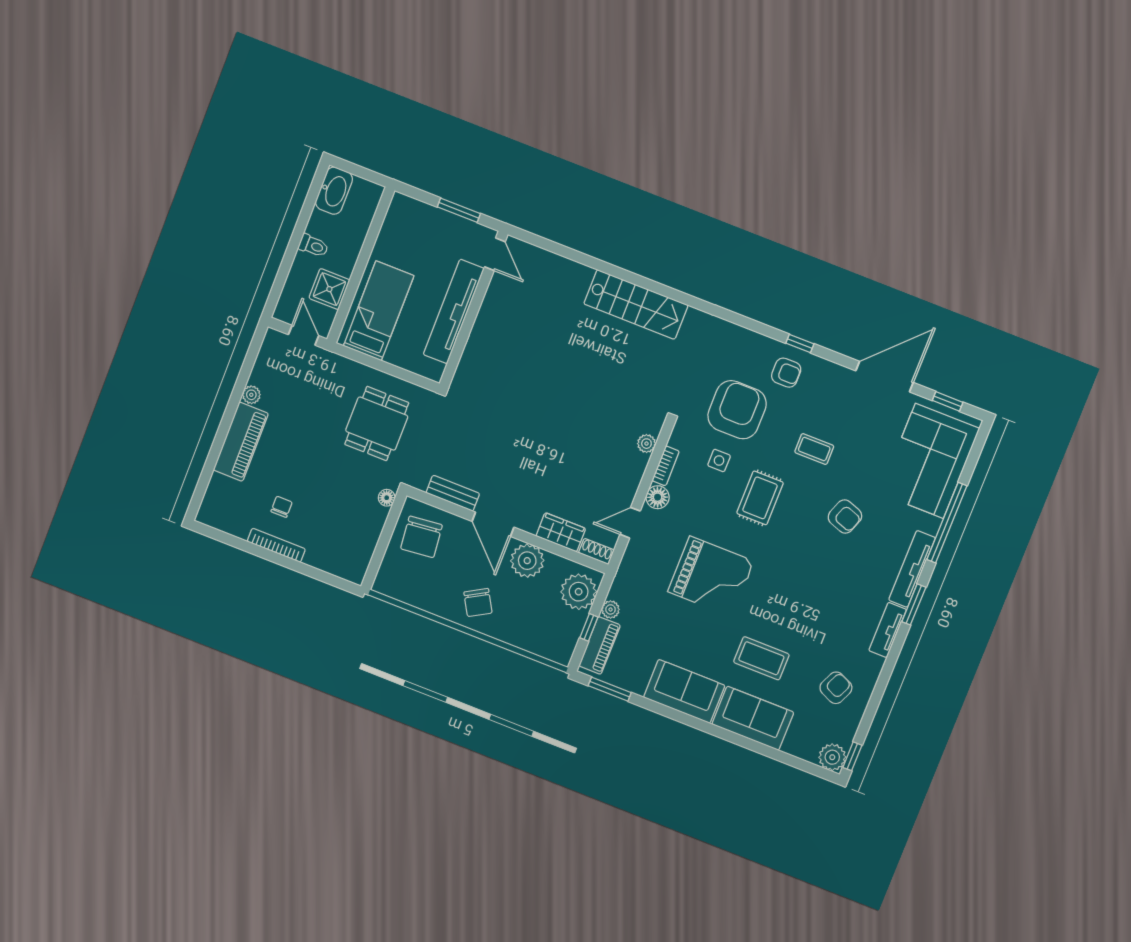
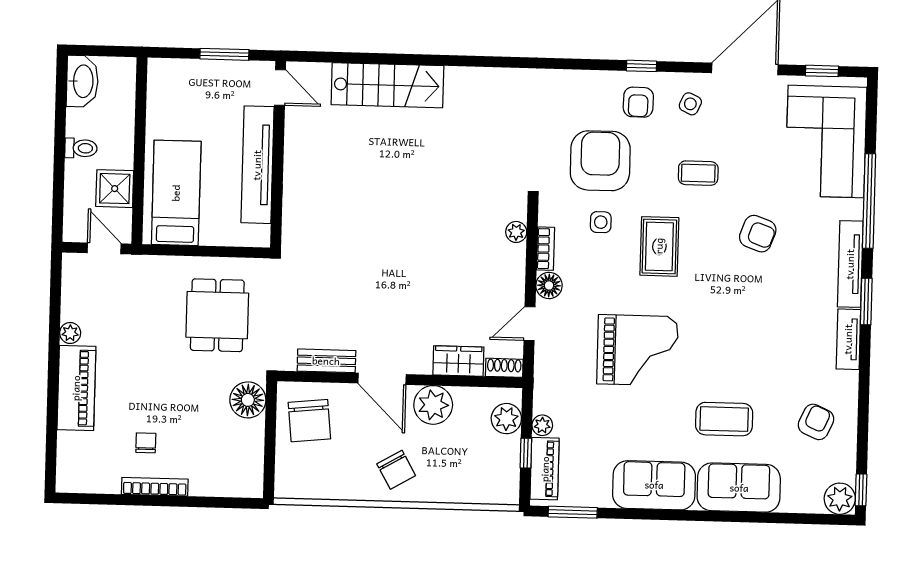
stairs: (636, 304) -> (387, 85), moved
armchair: (786, 373) -> (638, 102), turned 91
side table: (829, 389) -> (690, 104), added
floor lamp: (387, 498) -> (248, 400), width x1.89, depth x1.89
plant: (579, 592) -> (506, 419), width x0.73, depth x0.73

